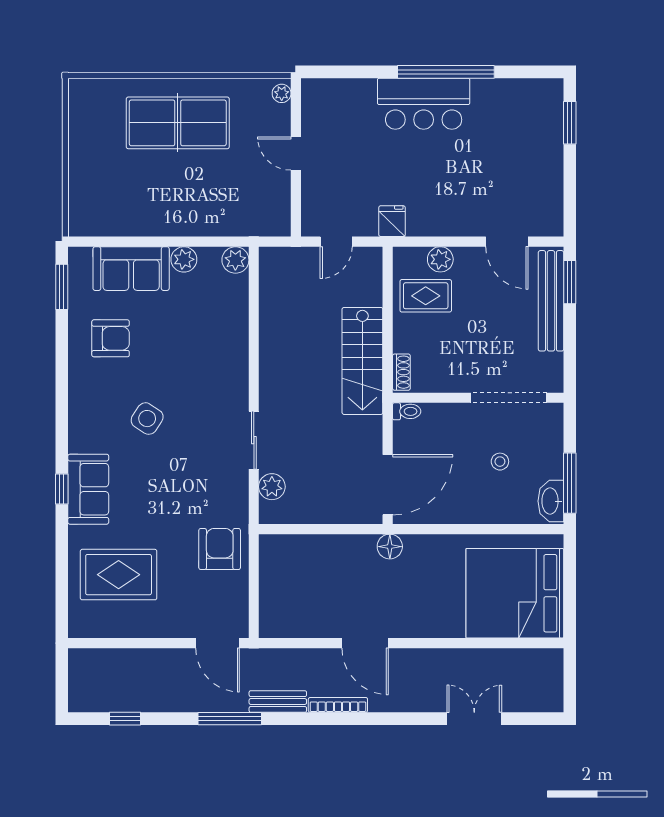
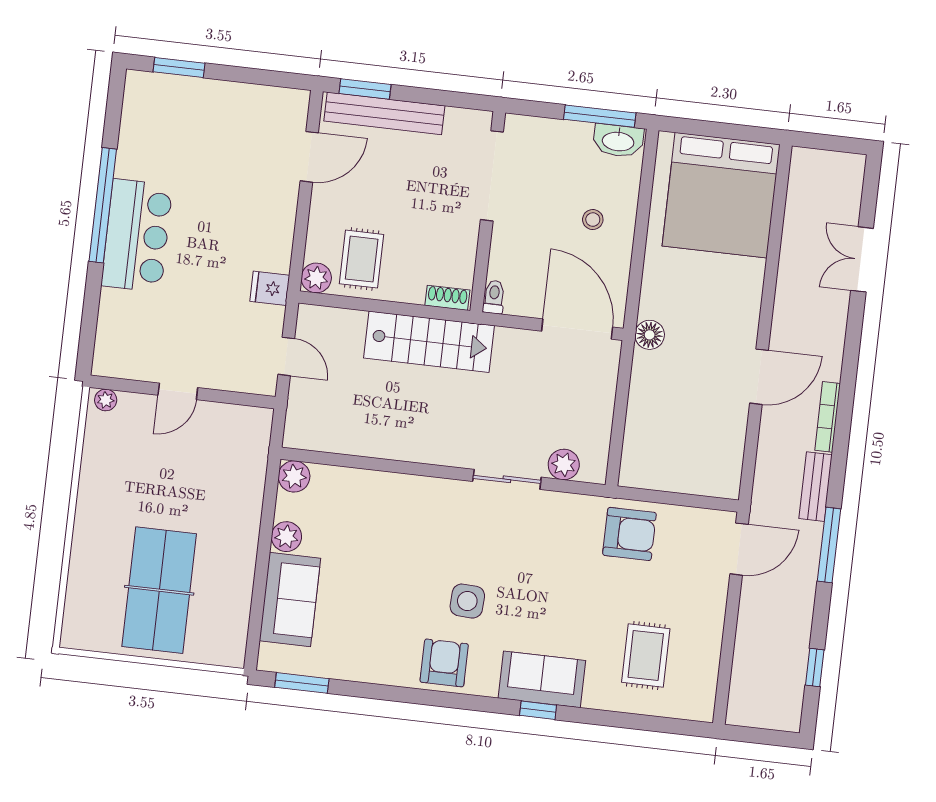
table tennis table: (178, 123) -> (159, 590), moved
plant: (440, 259) -> (316, 278), moved
armchair: (111, 338) -> (444, 663), moved
side table: (147, 419) -> (467, 601), turned -30
stool: (500, 462) -> (593, 220), moved
armchair: (220, 549) -> (629, 534), turned 180
rug: (119, 575) -> (646, 656), width x0.73, depth x0.70

